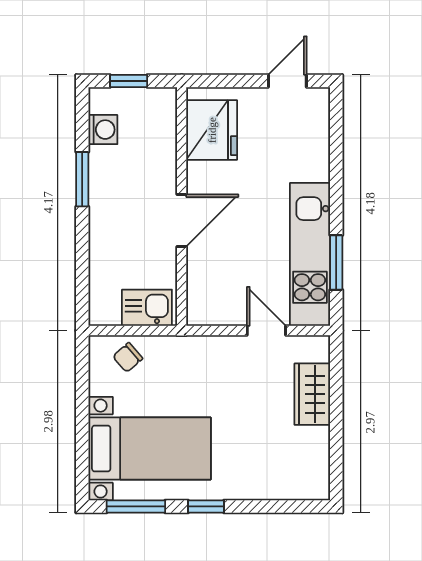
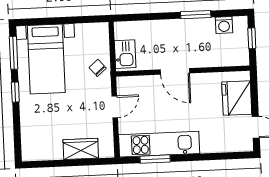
fridge: (212, 130) -> (237, 98), moved, turned 90
door: (266, 330) -> (115, 107), moved
chair: (128, 357) -> (98, 68), moved

